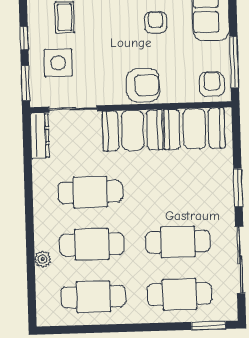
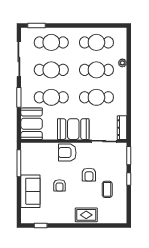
side table: (58, 63) -> (111, 166), removed
armchair: (212, 84) -> (89, 175), moved
booth: (194, 129) -> (32, 124), moved, turned 90
cafe table: (176, 190) -> (51, 97), added

